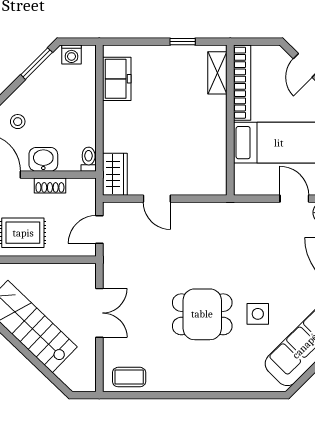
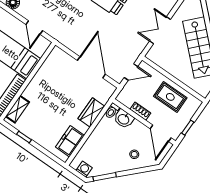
washbasin: (43, 159) -> (124, 119), moved
wardrobe: (115, 174) -> (91, 112), moved
door: (157, 199) -> (91, 67), width x1.87
door: (294, 199) -> (34, 28), moved

